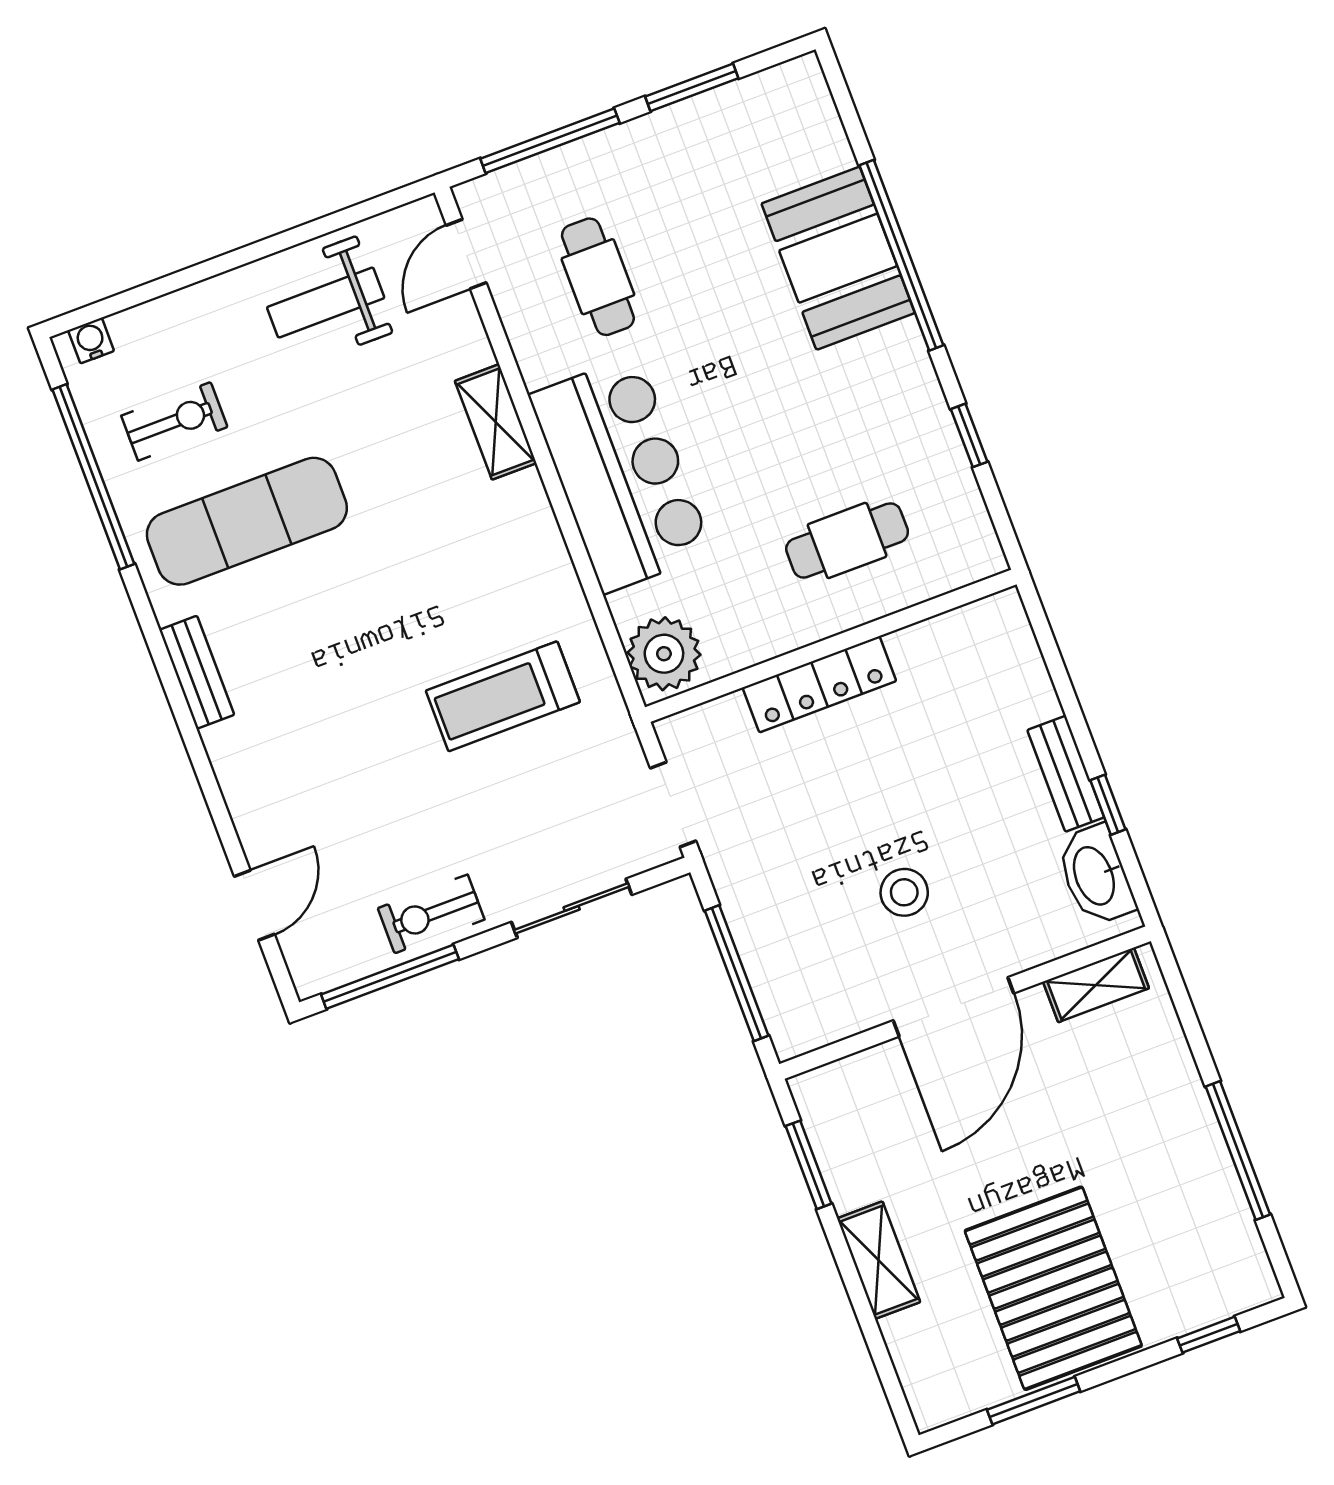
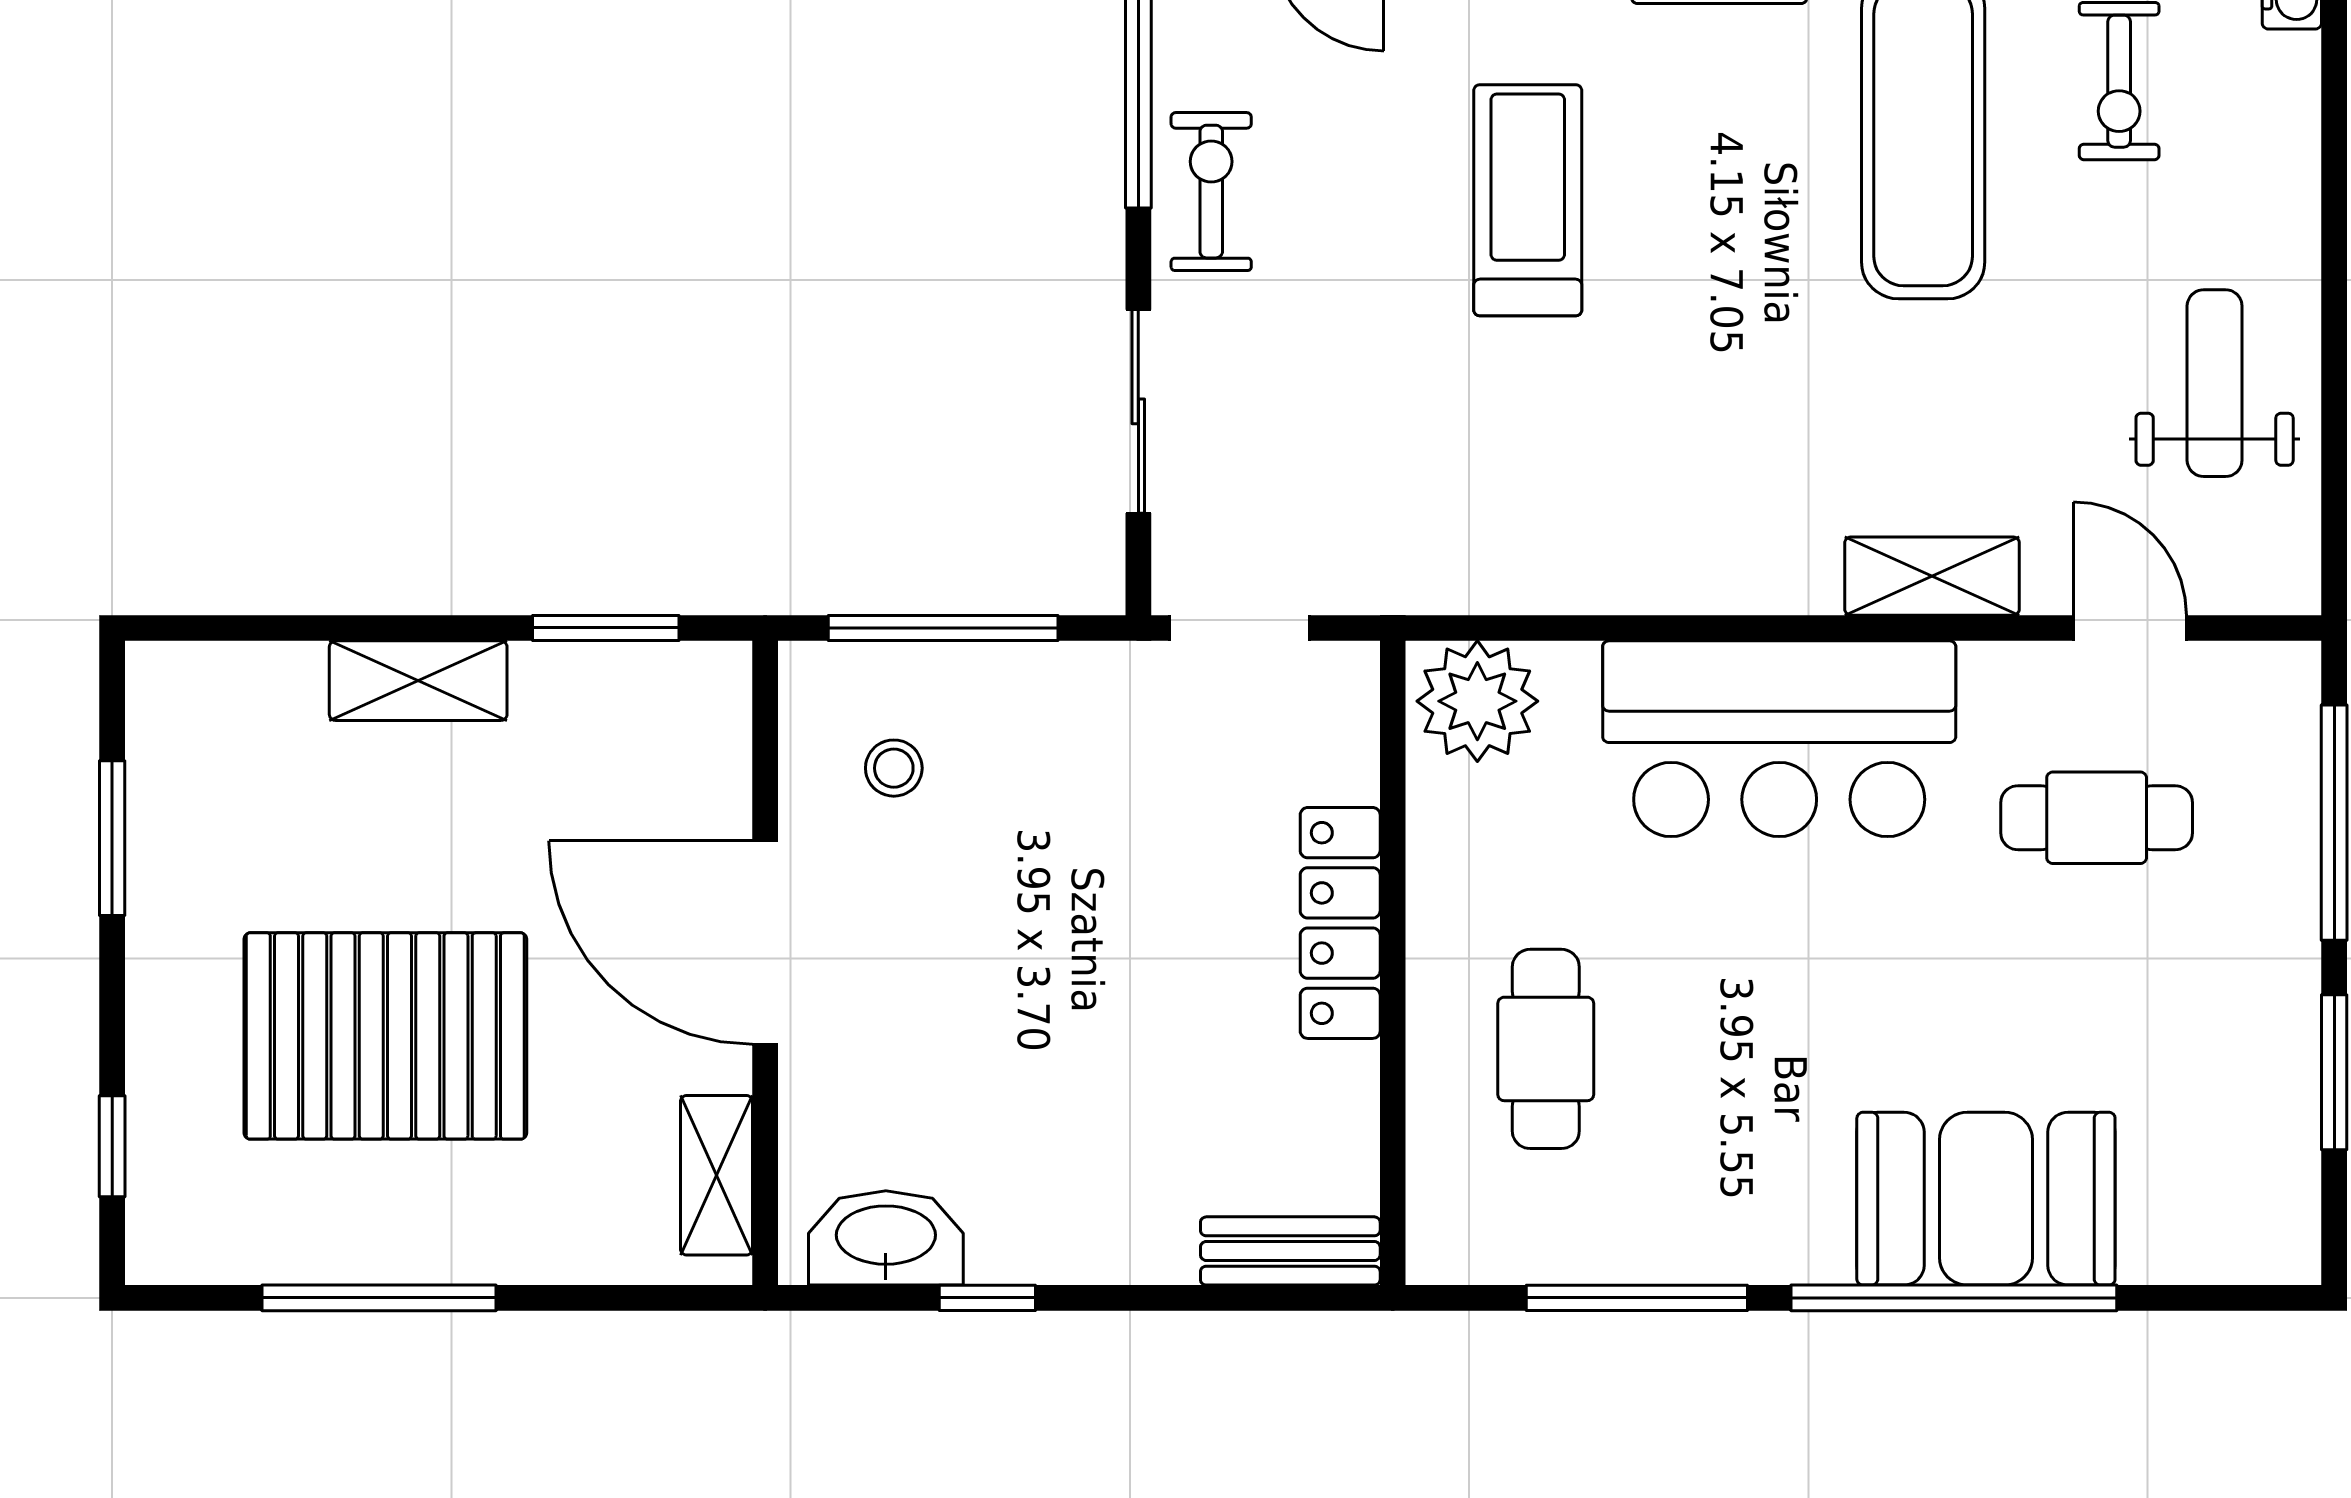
door: (466, 254) -> (2130, 628), moved
window: (969, 435) -> (1637, 1298), width x2.17
treadmill: (503, 696) -> (1528, 200), moved
bench: (1066, 774) -> (1290, 1251), moved
stool: (904, 892) -> (894, 768), moved, width x0.73, depth x0.73
pallet: (1053, 1288) -> (385, 1036), moved

